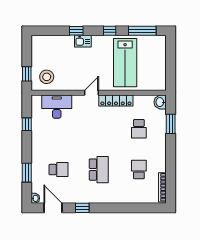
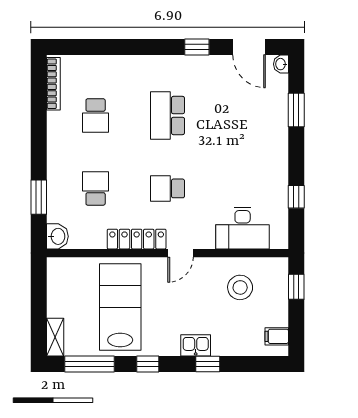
filing cabinet: (38, 46) -> (277, 336), added
shelving: (161, 46) -> (55, 337), added
stool: (47, 77) -> (240, 287), moved
school desk: (58, 170) -> (168, 188), moved

